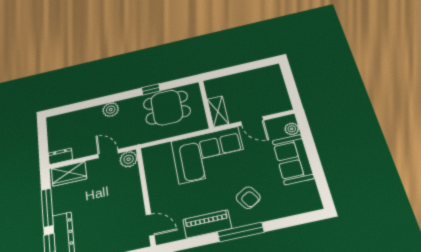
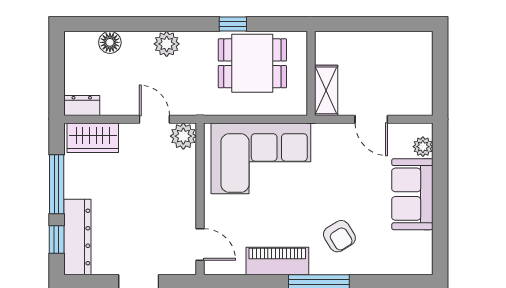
floor lamp: (75, 117) -> (110, 42), added
corner sofa: (209, 155) -> (261, 158), moved

